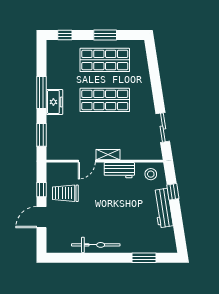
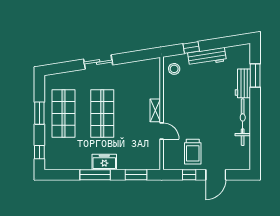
sliding door: (163, 128) -> (98, 62), moved
workbench: (119, 170) -> (243, 83), moved, turned 180
door: (41, 217) -> (216, 175), hinge flipped

